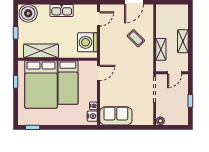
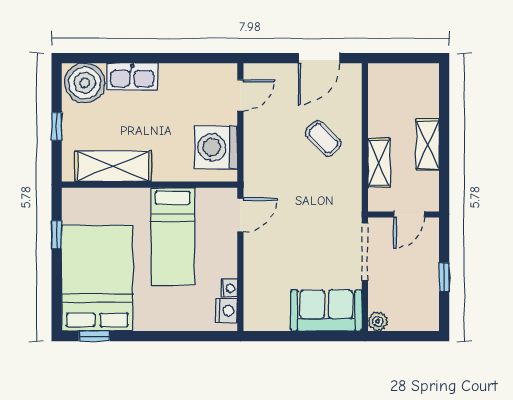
kitchen sink: (62, 10) -> (132, 77), moved
bed: (41, 84) -> (97, 278), moved, turned 180
sofa: (116, 116) -> (326, 310), moved

